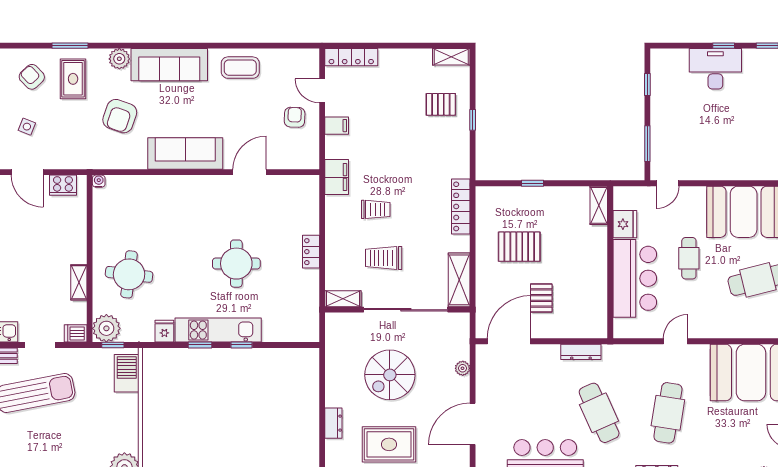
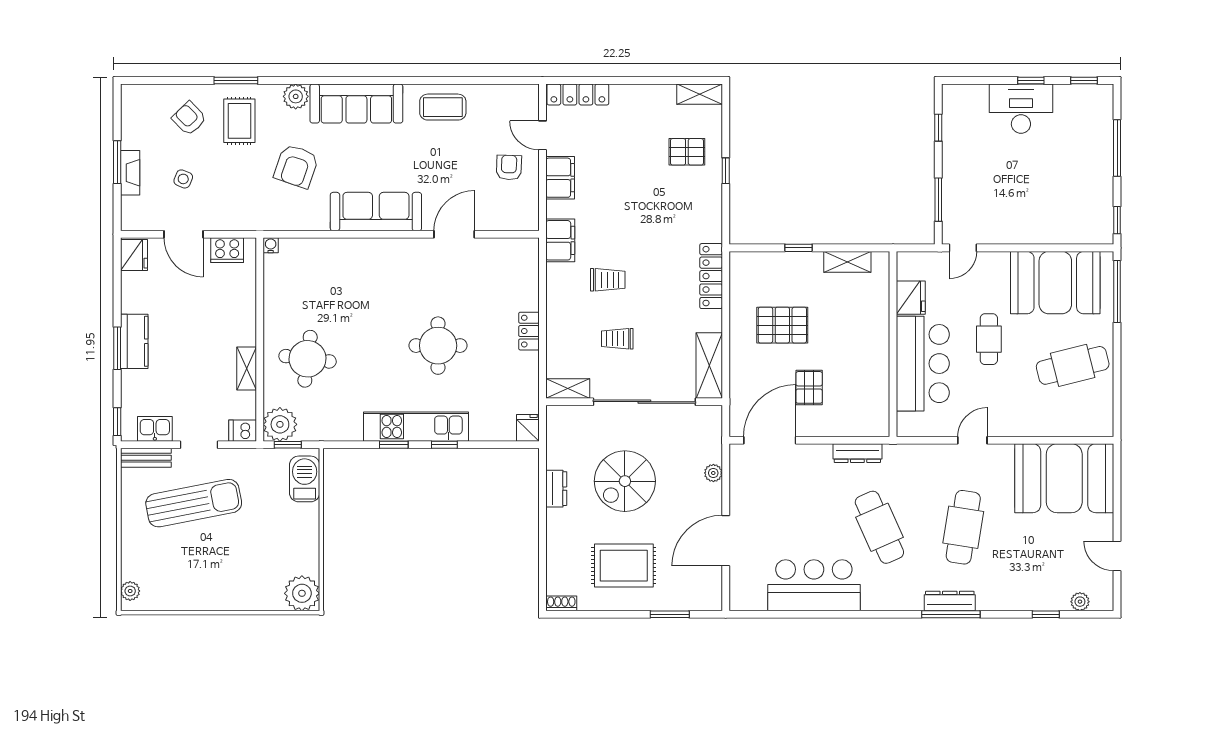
filing cabinet: (337, 126) -> (560, 178), width x2.00
shelving: (599, 205) -> (847, 262), moved, turned 90
trolley: (384, 258) -> (617, 339), width x0.73, depth x0.72
fridge: (164, 331) -> (528, 428), moved
dresser: (333, 423) -> (556, 489), moved

